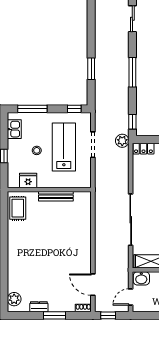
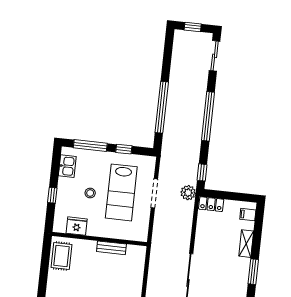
window: (91, 69) -> (162, 107), width x2.11
window: (132, 72) -> (208, 116), width x1.46
window: (74, 109) -> (124, 149), moved
lab bench: (64, 147) -> (121, 192), turned 180
bench: (56, 196) -> (111, 248), width x0.73

